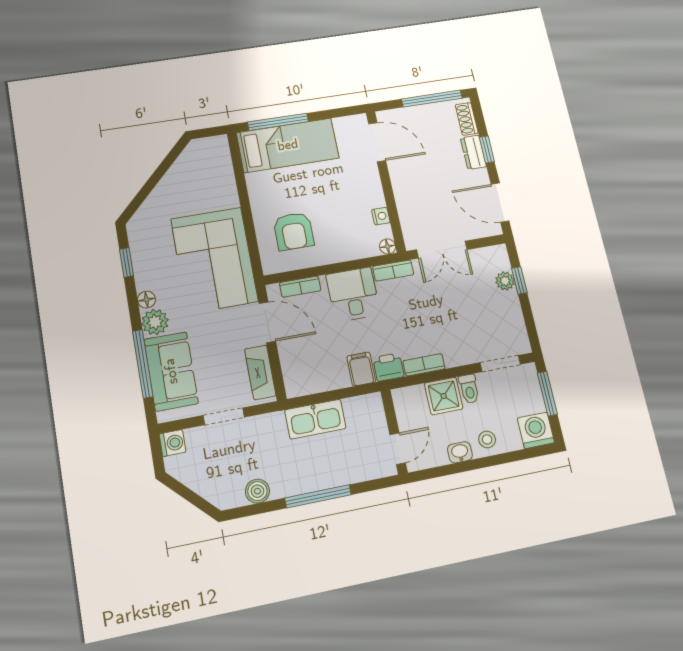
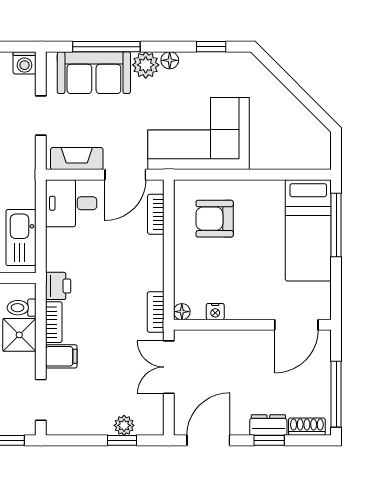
desk: (353, 294) -> (71, 203), moved, turned 180
filing cabinet: (361, 369) -> (61, 356), moved
toilet: (469, 389) -> (22, 308), moved
kitchen sink: (315, 419) -> (21, 238), moved

